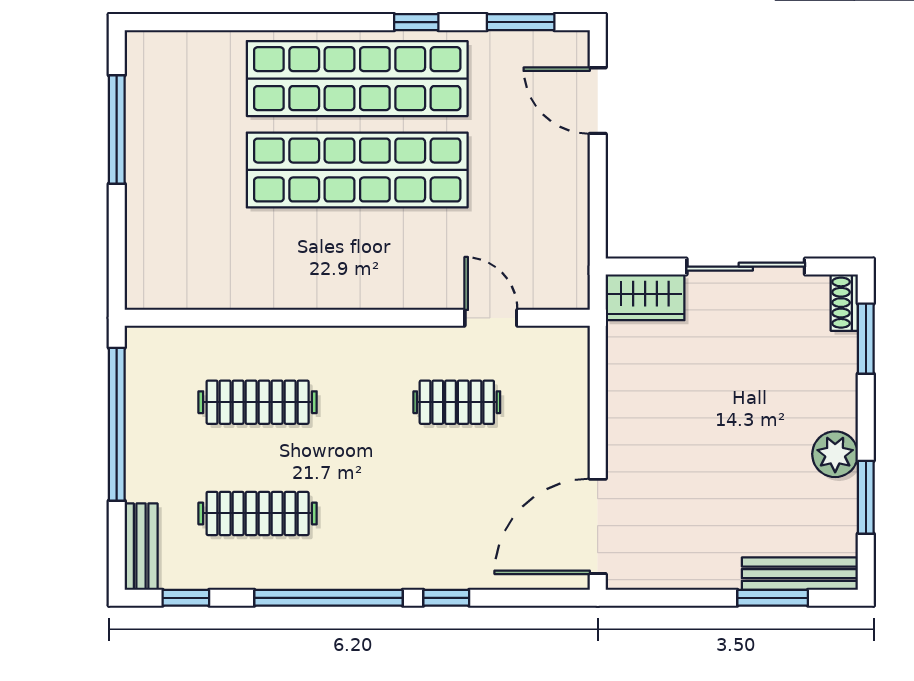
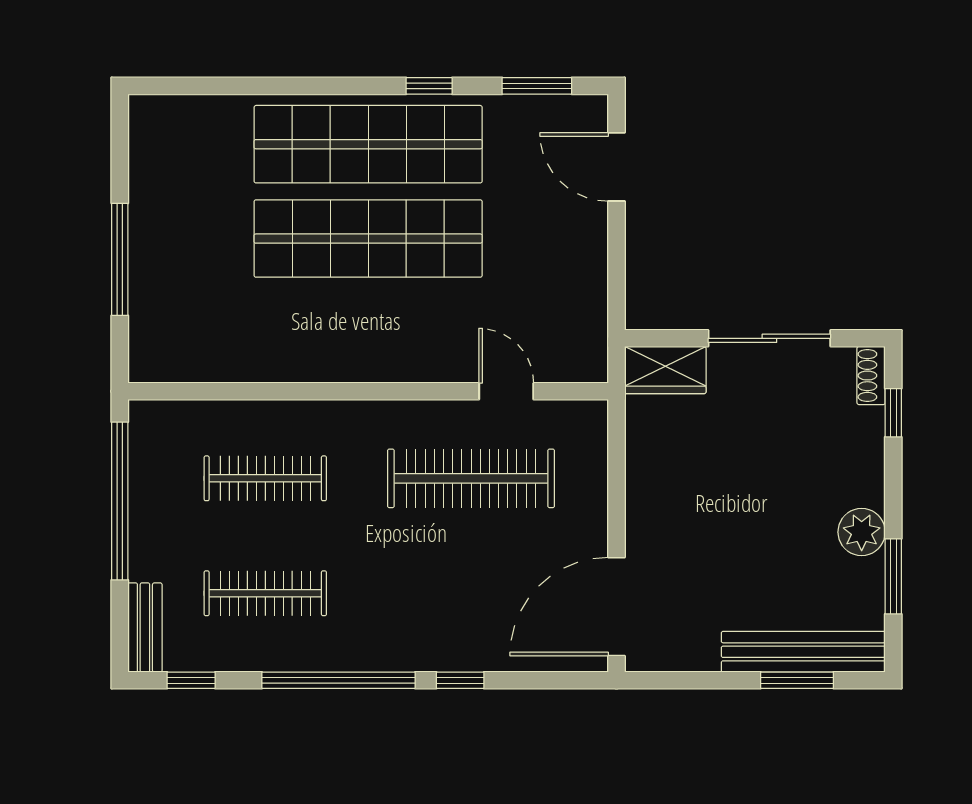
window: (117, 130) -> (120, 259), moved
window: (866, 339) -> (893, 413), width x0.67
clothes rail: (457, 402) -> (471, 478), width x1.86, depth x1.31
bench: (800, 574) -> (803, 652), width x1.37, depth x1.21

